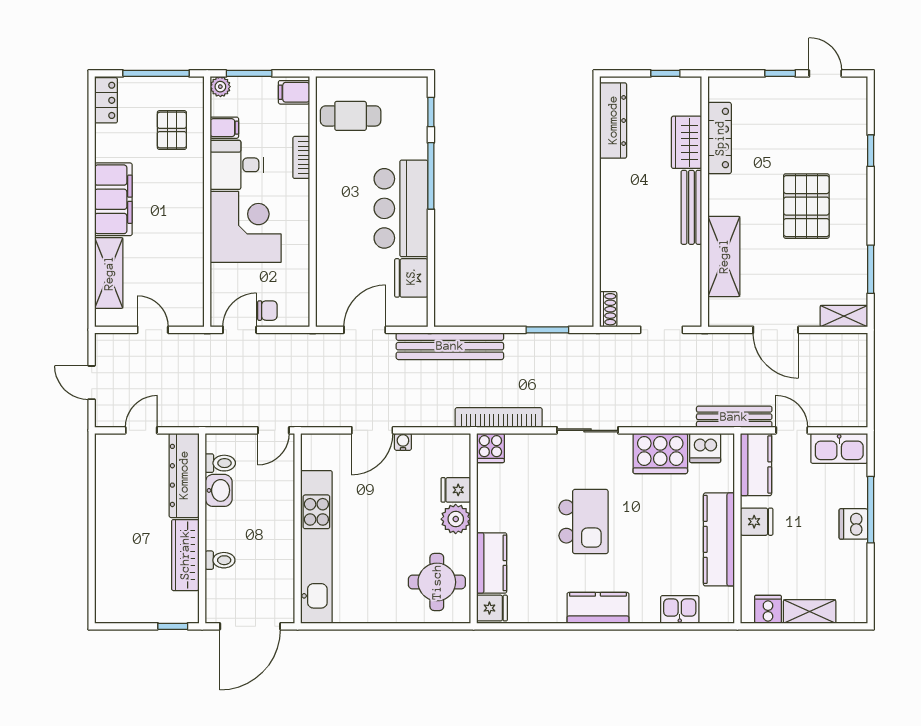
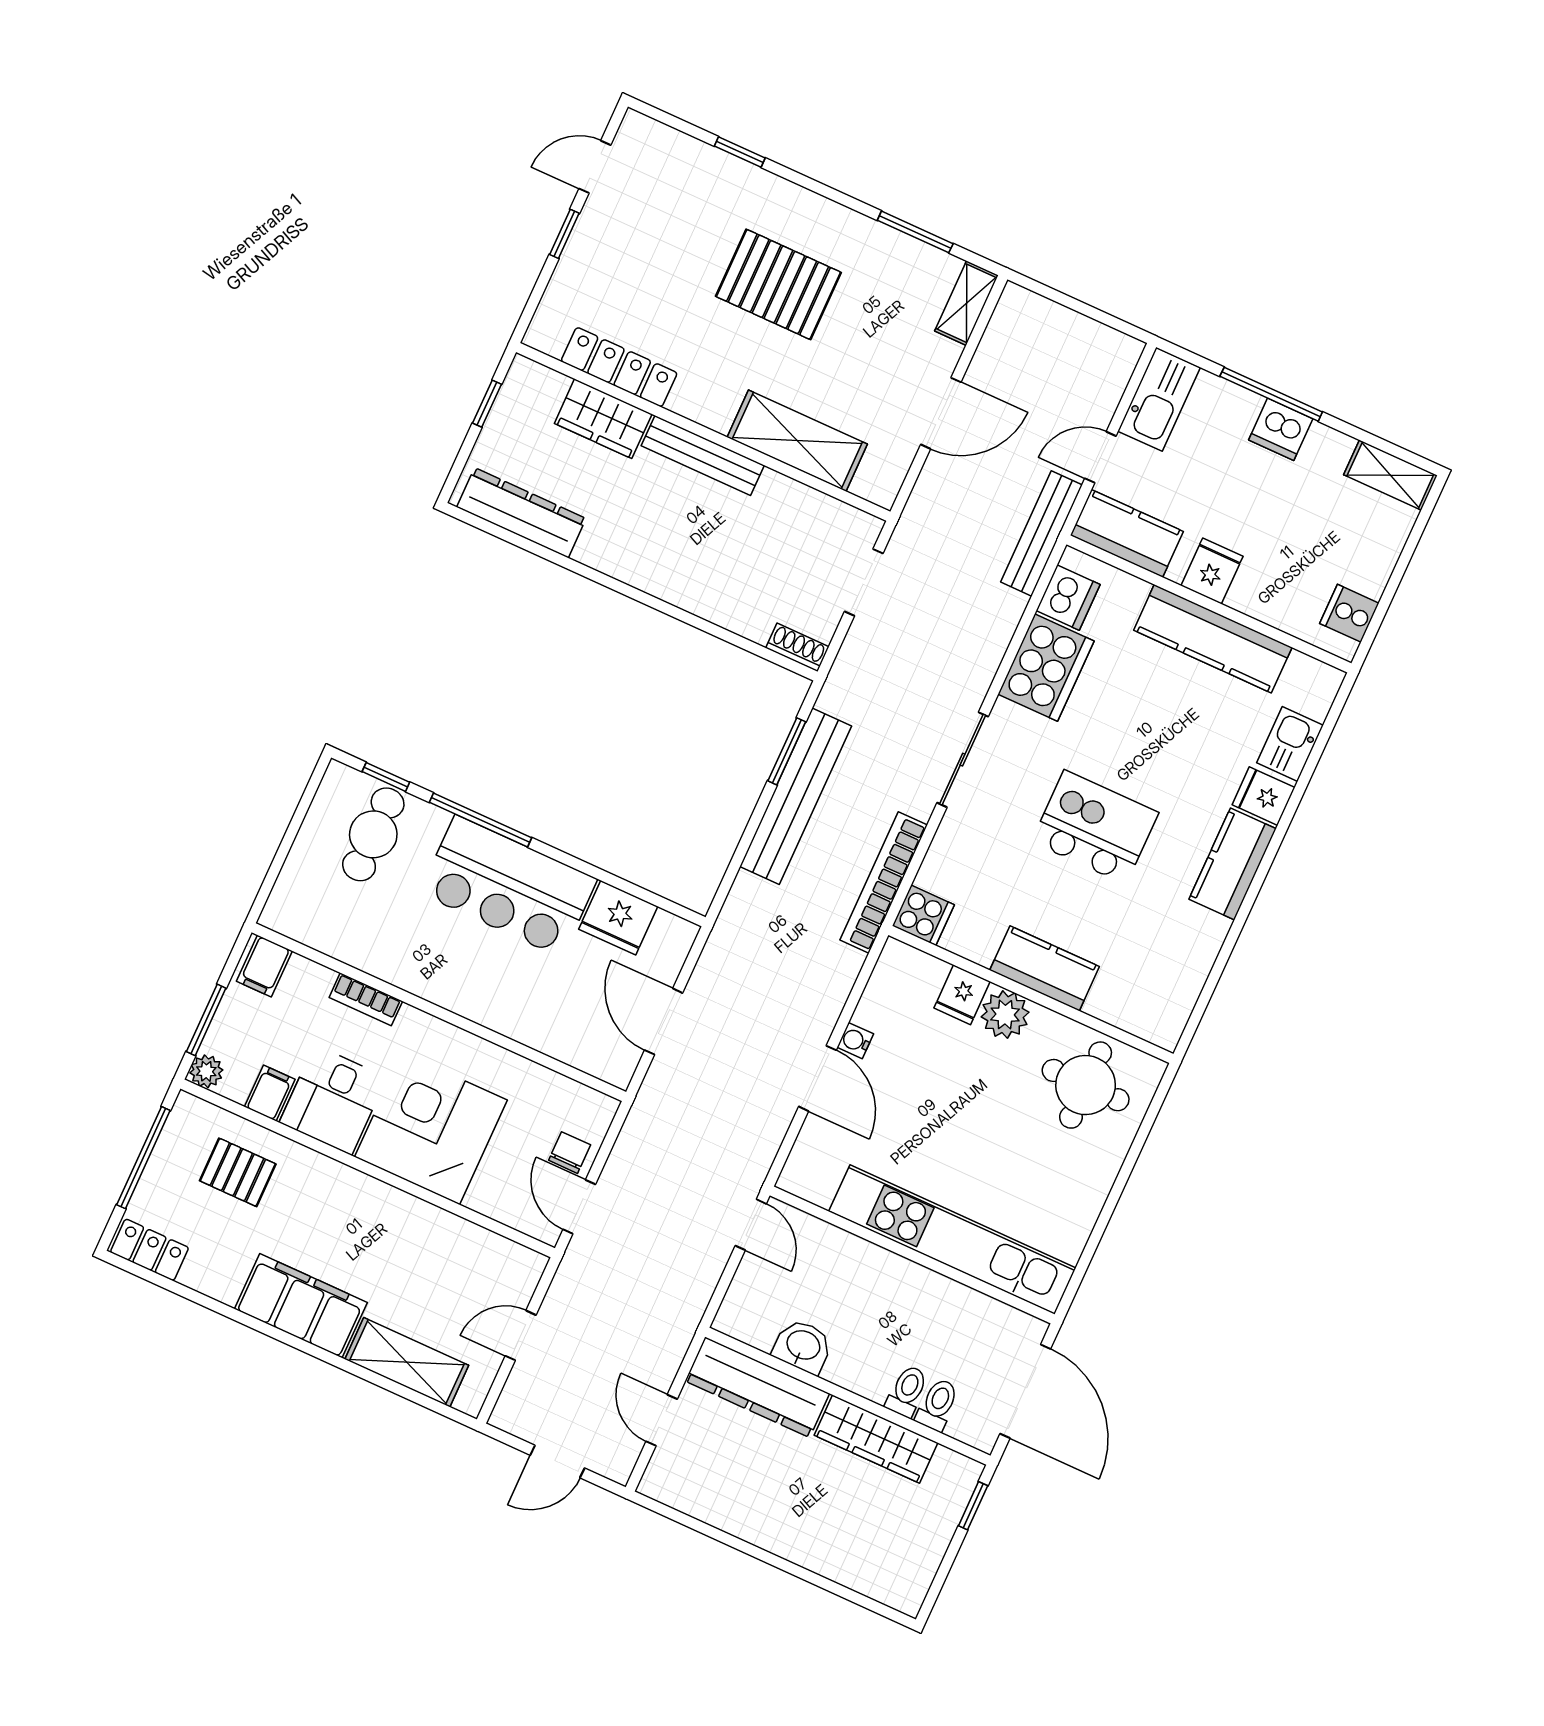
cafe table: (351, 116) -> (373, 834), moved
bench: (450, 346) -> (796, 796), moved
toilet: (220, 463) -> (937, 1405), moved
kitchen counter: (492, 563) -> (1045, 968), moved
fridge: (492, 608) -> (1264, 796), moved, turned -90
shelving: (810, 612) -> (1390, 475), moved, turned 90

